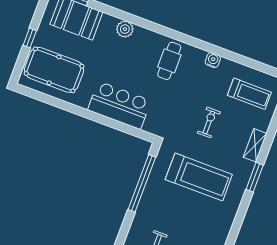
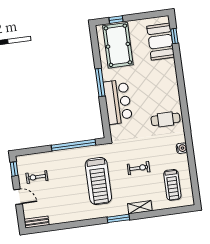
plant: (125, 29) -> (171, 78), removed
window: (30, 38) -> (116, 20), moved
window: (86, 113) -> (100, 82), added

